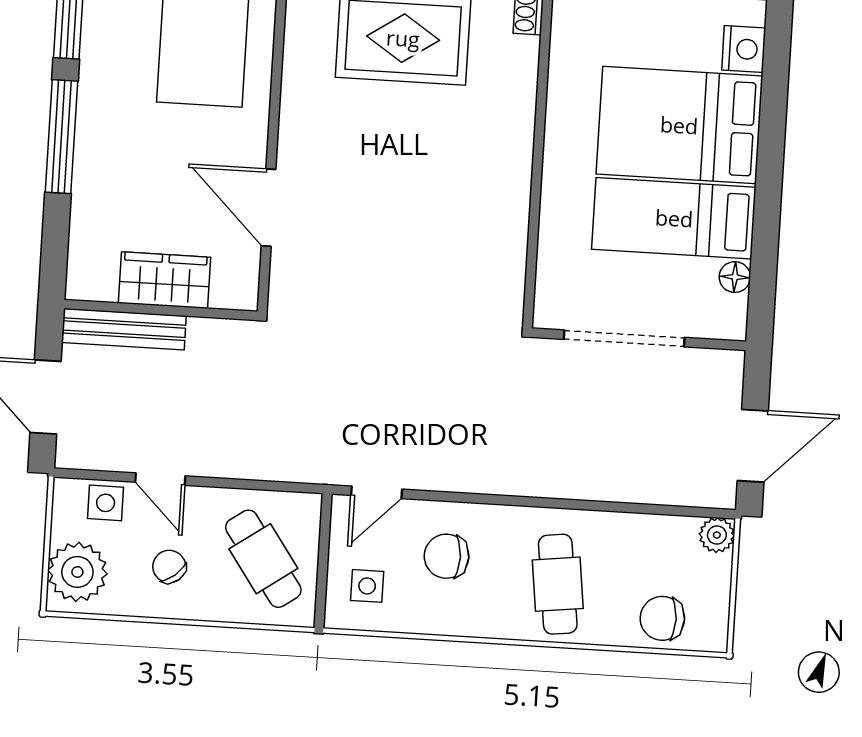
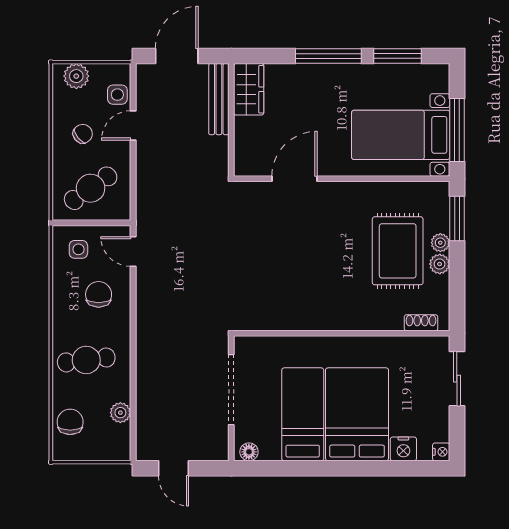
floor lamp: (735, 277) -> (249, 452), moved
wardrobe: (165, 280) -> (249, 89), moved
door: (753, 446) -> (173, 468), width x0.73
plant: (717, 535) -> (120, 413), moved
plant: (77, 572) -> (76, 76), width x0.73, depth x0.73

